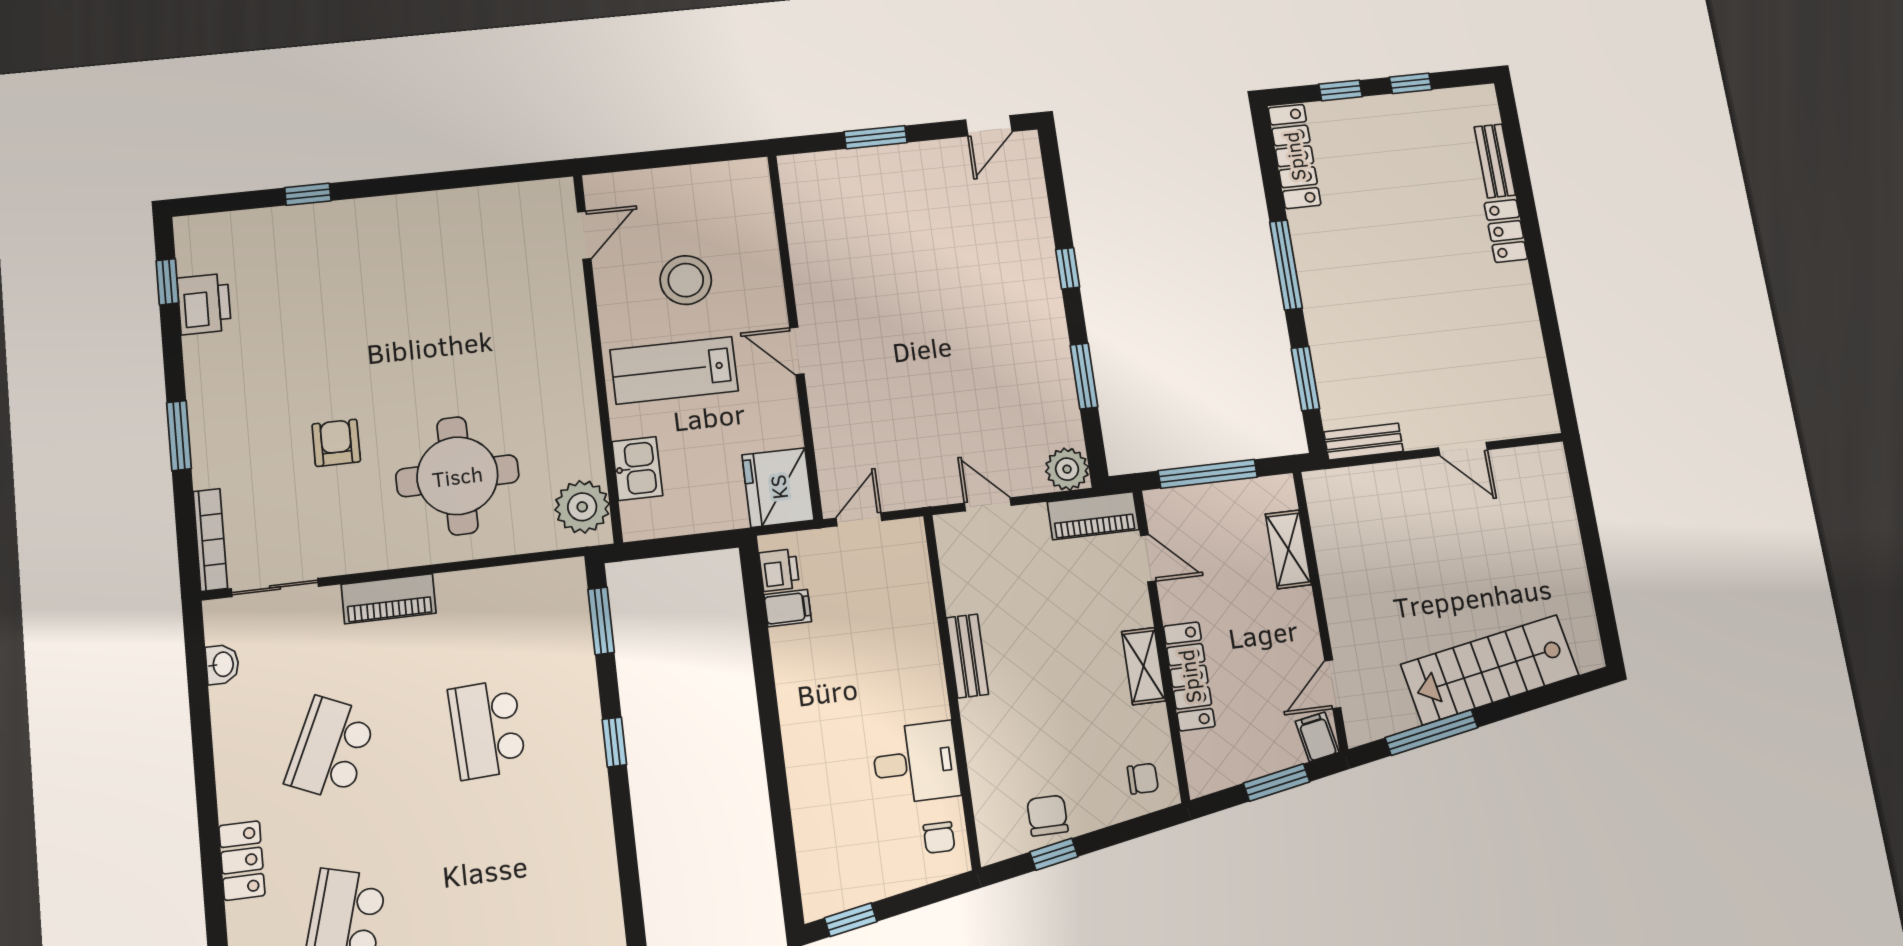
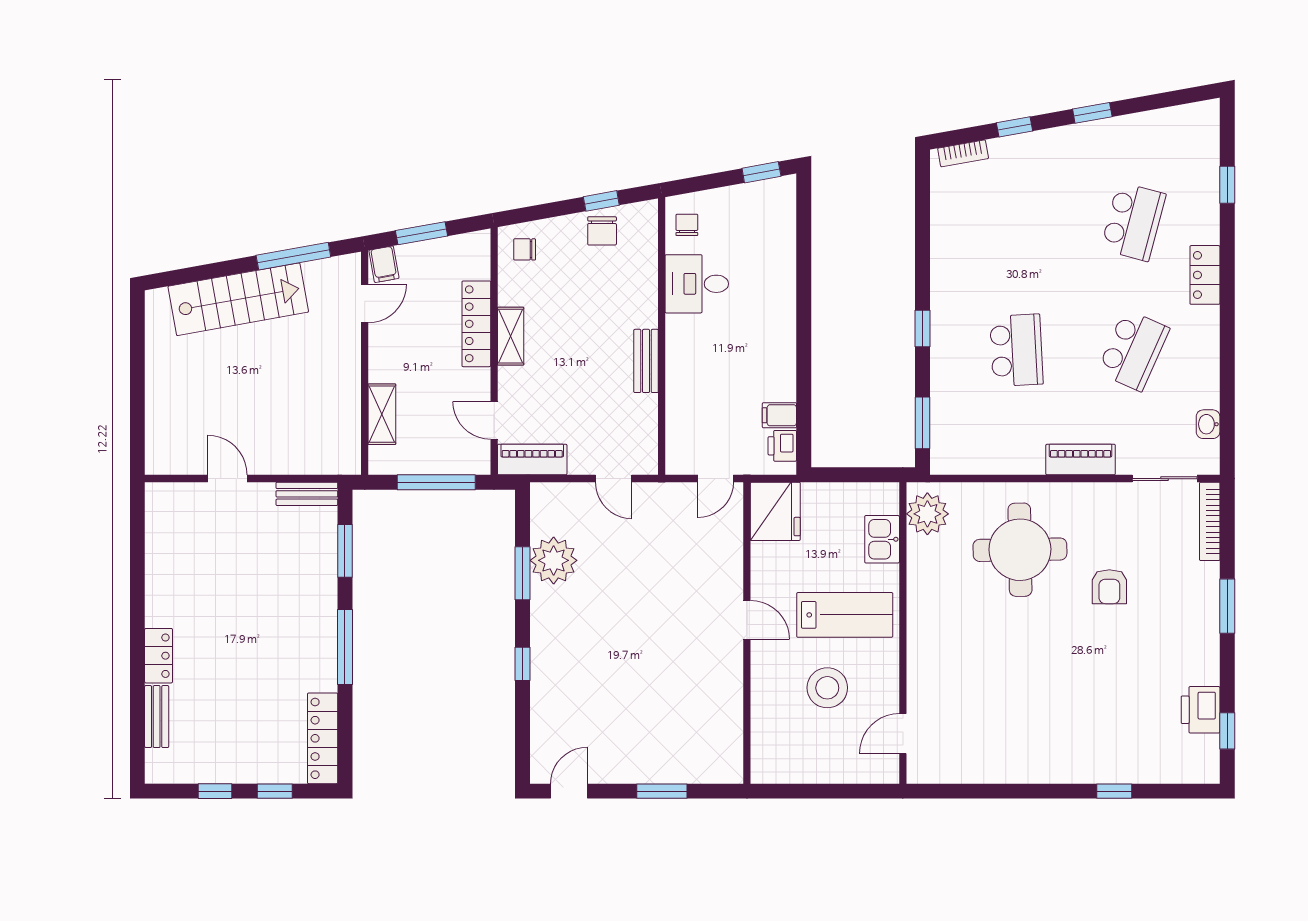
plant: (1067, 469) -> (554, 560), moved, width x1.36, depth x1.36

